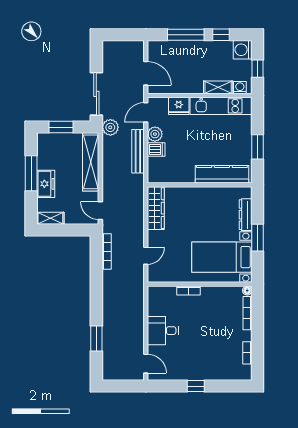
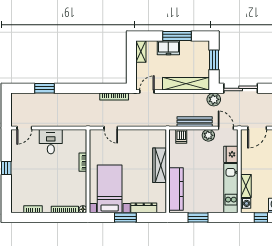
dishwasher: (156, 150) -> (181, 136), moved
wardrobe: (156, 208) -> (160, 165), moved, turned 90

